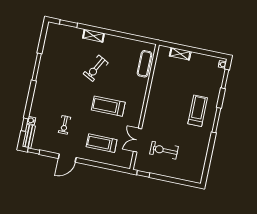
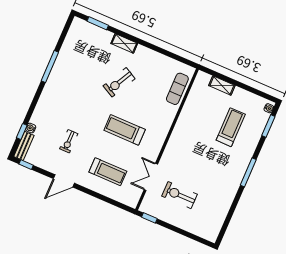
treadmill: (198, 111) -> (231, 127), moved
treadmill: (102, 143) -> (108, 172), turned 180

